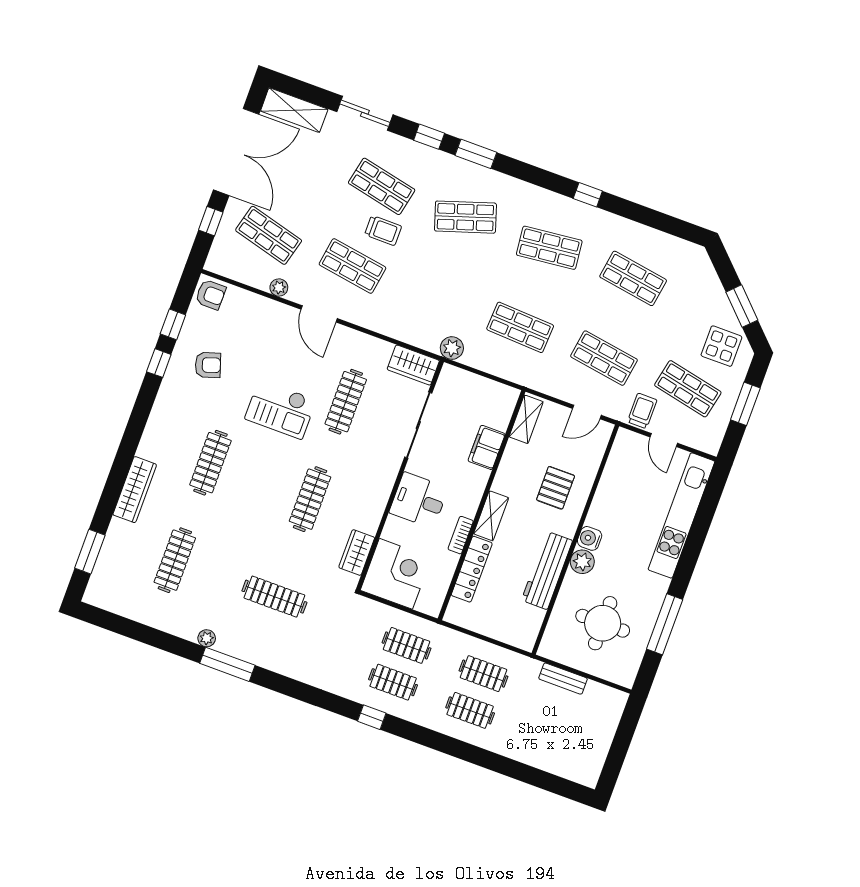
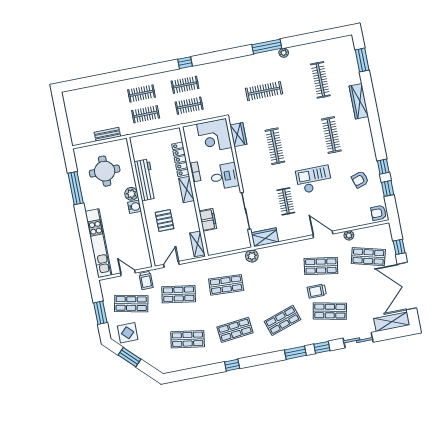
clothes rail: (346, 402) -> (286, 201), width x0.73

